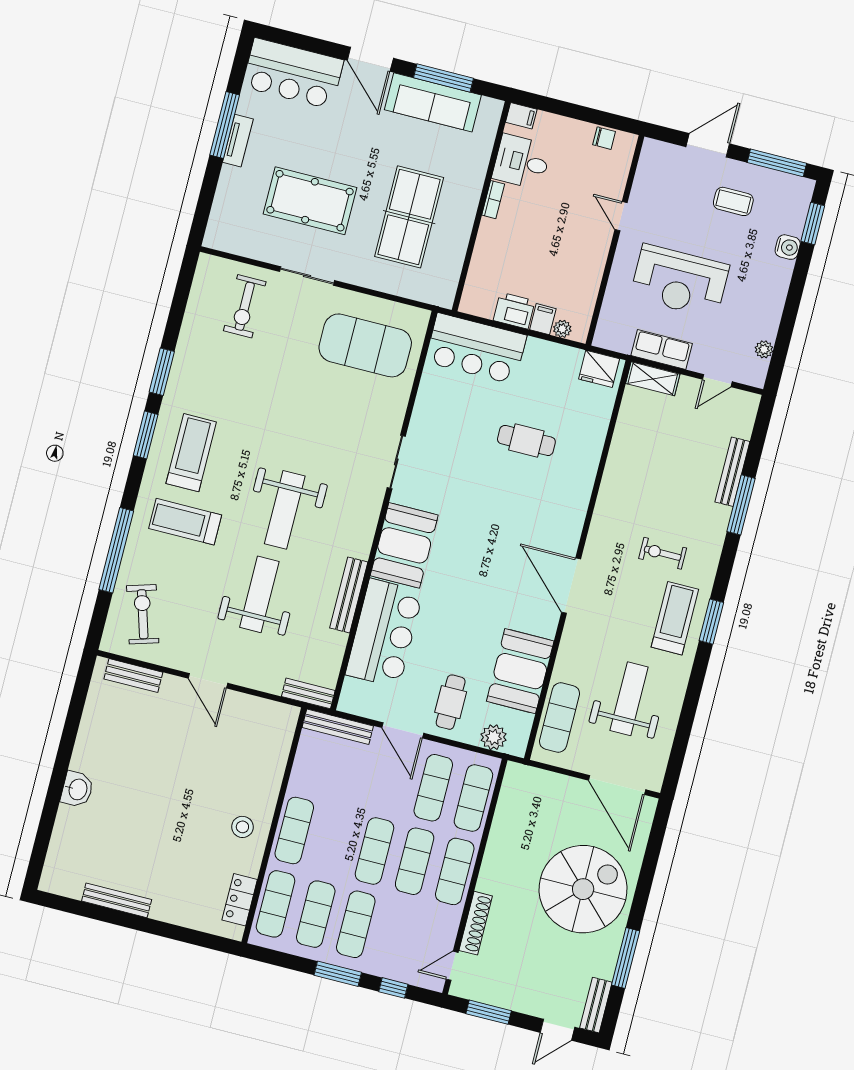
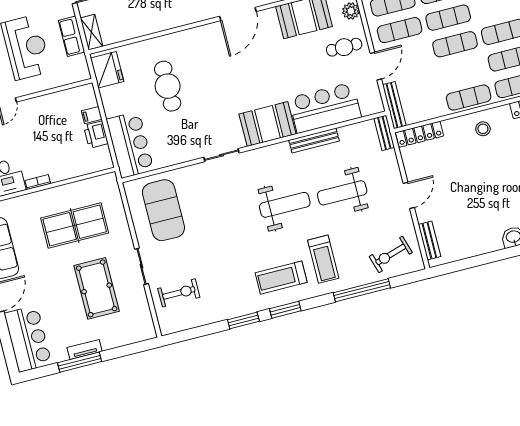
plant: (562, 329) -> (91, 101), removed
fridge: (599, 369) -> (107, 70), width x1.36, depth x1.34
cafe table: (526, 440) -> (168, 86), width x1.37, depth x1.35
locker: (281, 739) -> (419, 134), added

